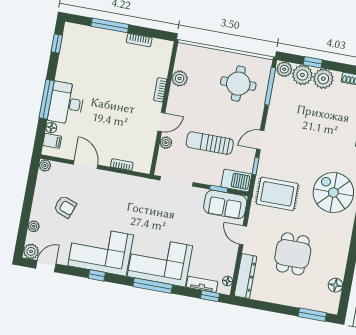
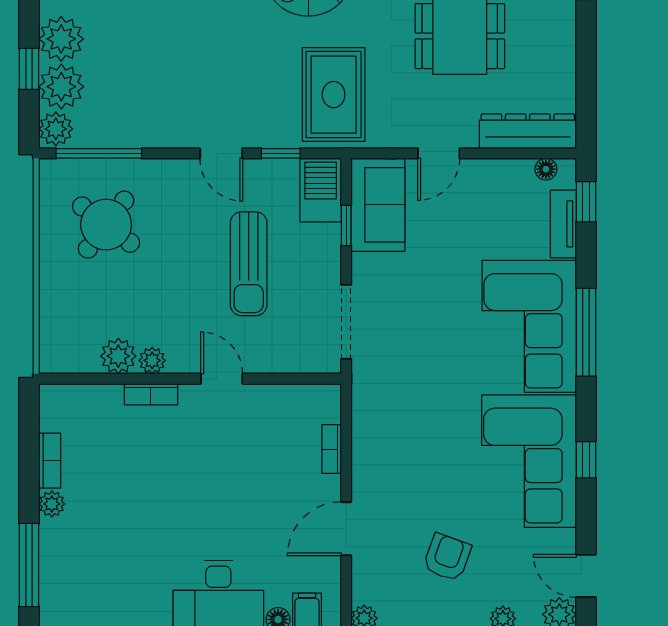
window: (110, 25) -> (29, 565), moved
plant: (120, 38) -> (52, 504), added
round table: (238, 84) -> (106, 225), turned 37
plant: (166, 143) -> (152, 360), moved

